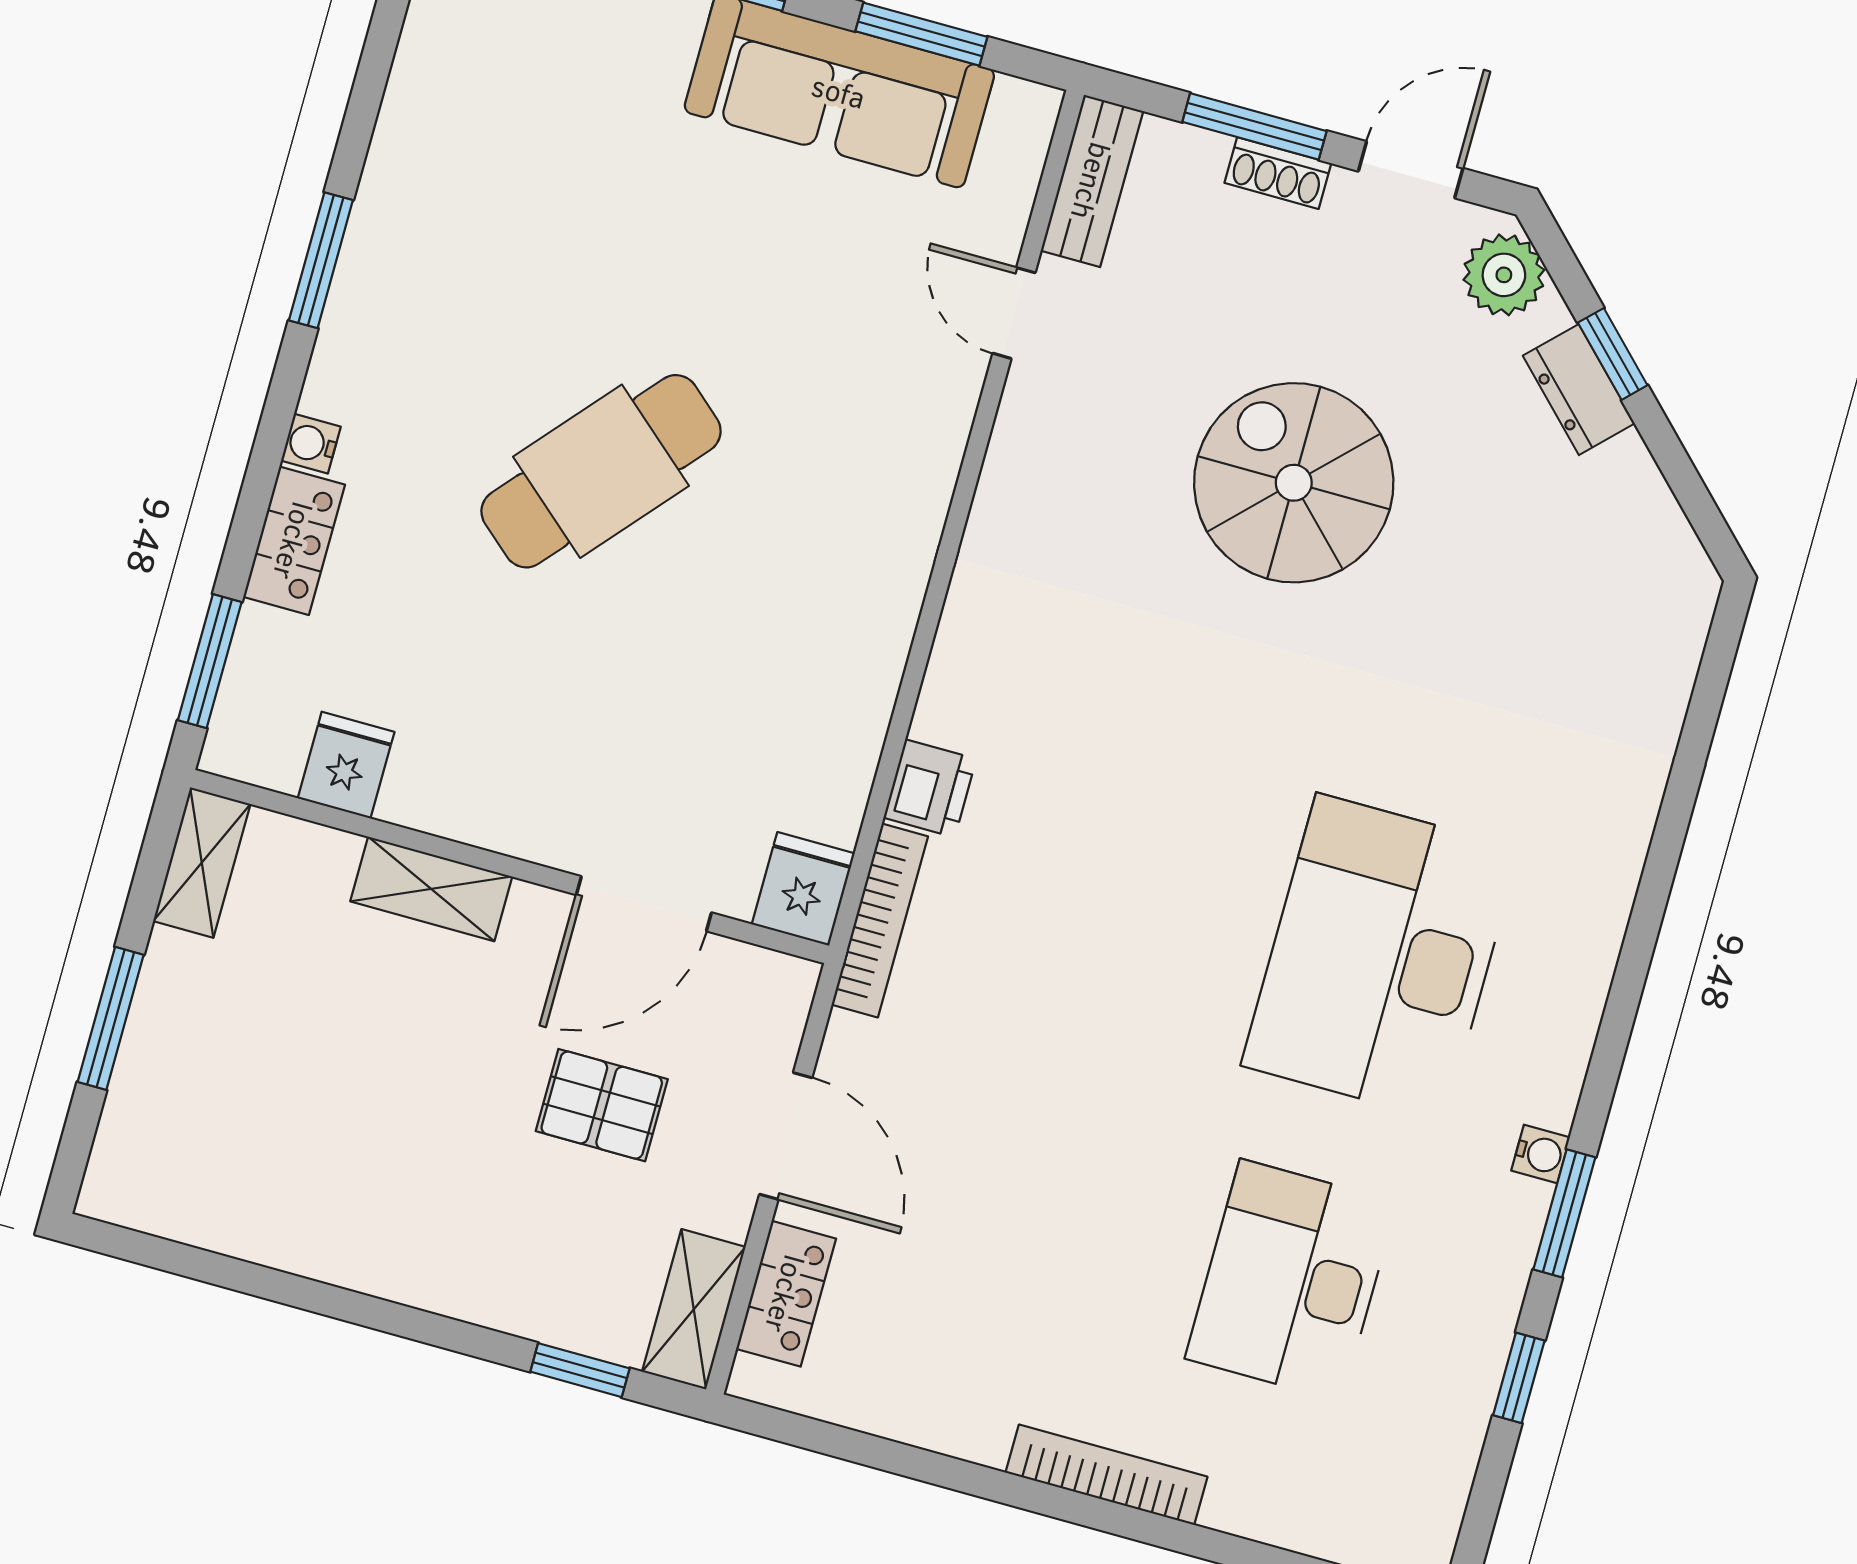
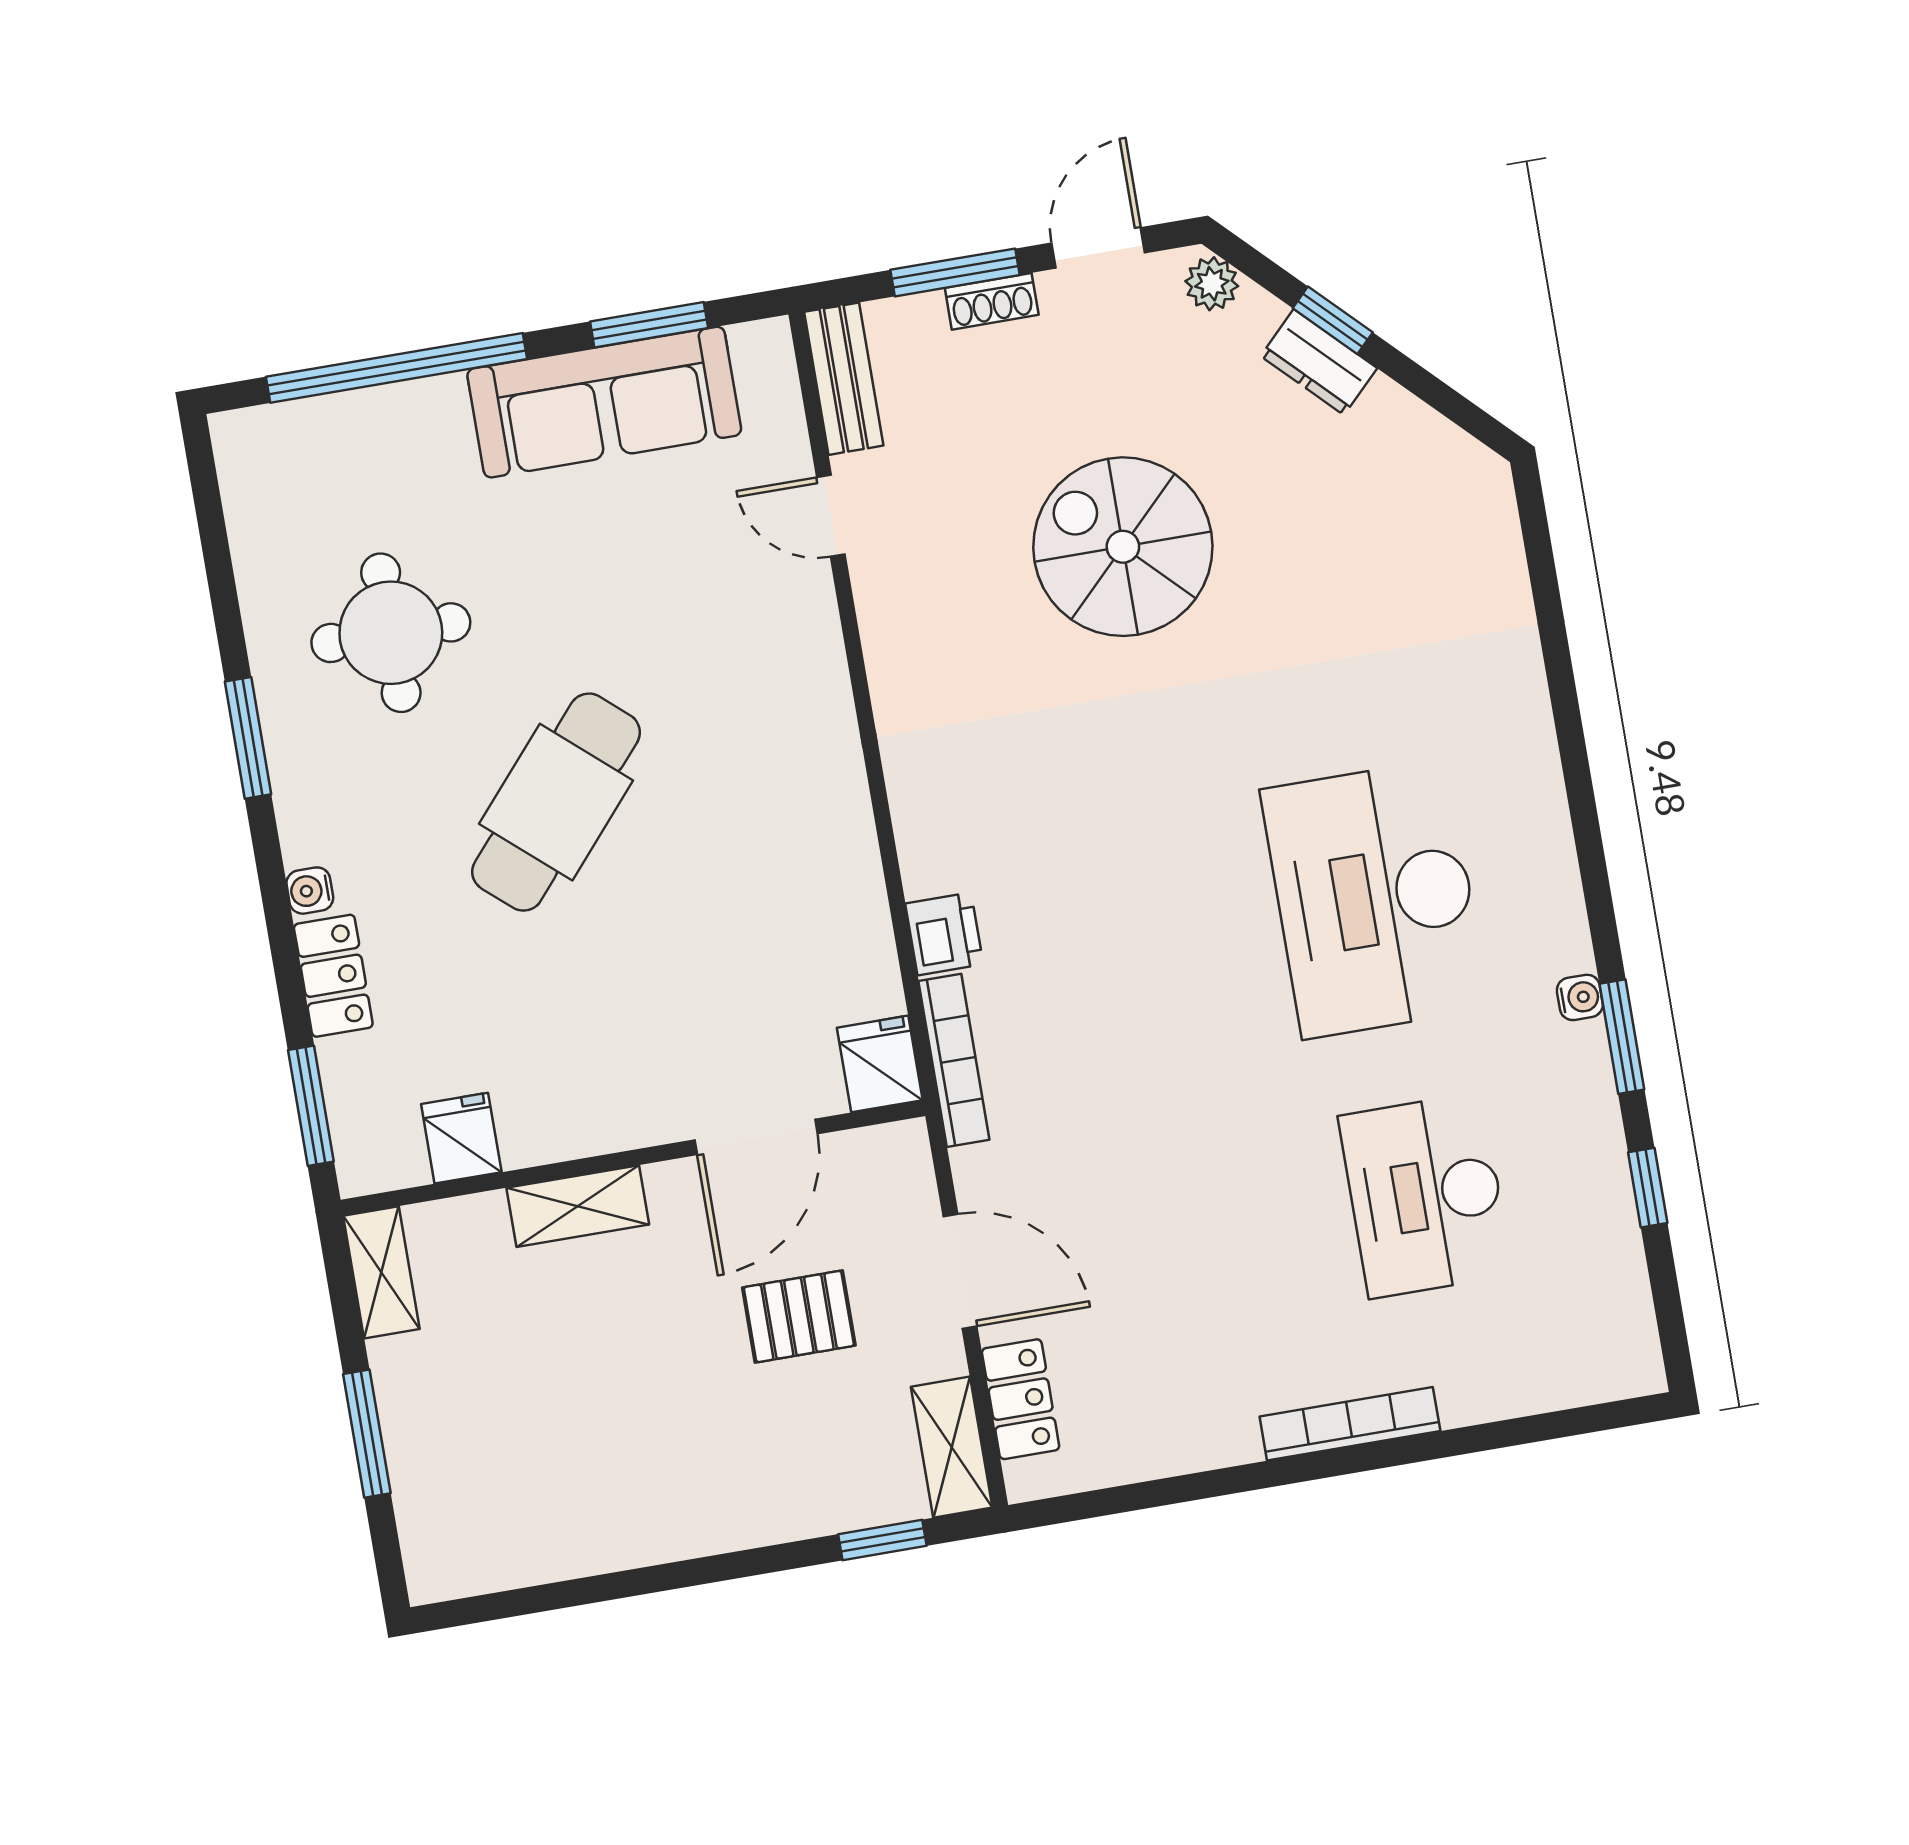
round table: (515, 222) -> (391, 633), added
plant: (1504, 275) -> (1212, 284), width x0.73, depth x0.73

